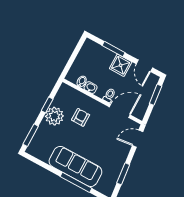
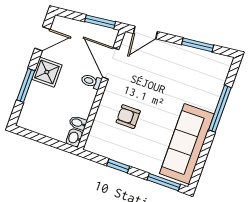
washbasin: (91, 88) -> (74, 138), moved
window: (156, 95) -> (100, 22), moved
plant: (54, 116) -> (132, 153), removed
door: (138, 139) -> (145, 32), hinge flipped
sofa: (75, 166) -> (187, 144), moved

